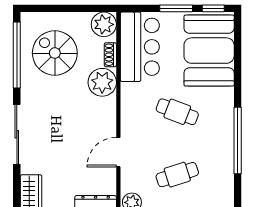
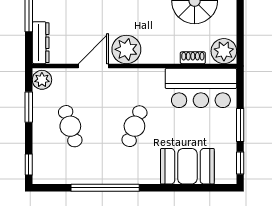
booth: (209, 51) -> (187, 166), width x0.73, depth x0.70
plant: (102, 82) -> (126, 49), moved
door: (118, 152) -> (93, 66), hinge flipped

